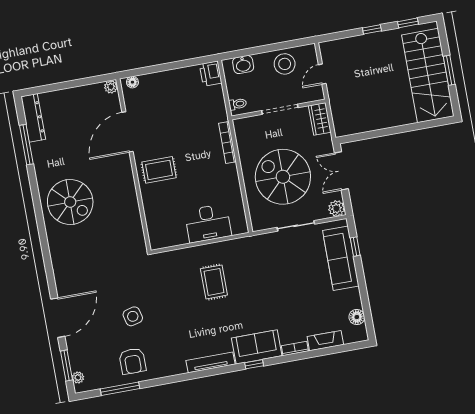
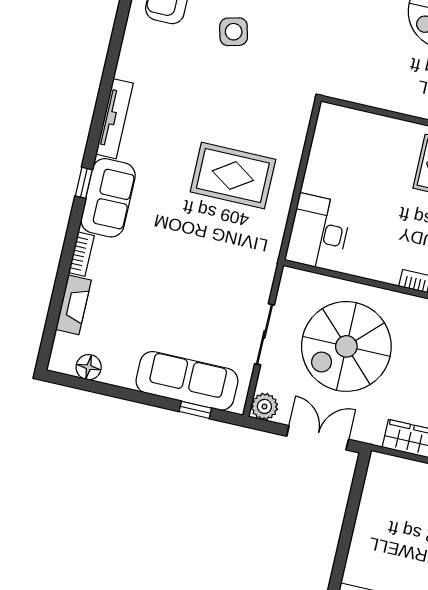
spiral stairs: (283, 177) -> (346, 346), turned 180
desk: (208, 223) -> (318, 232), moved
rug: (214, 282) -> (233, 176), width x1.36, depth x1.43

